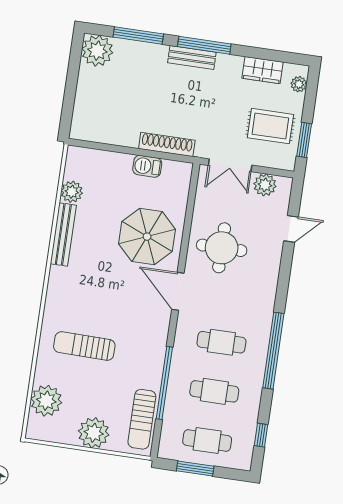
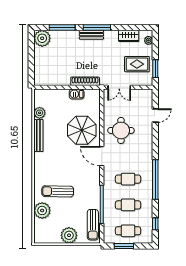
plant: (265, 185) -> (139, 95), removed
plant: (46, 401) -> (42, 210), moved

